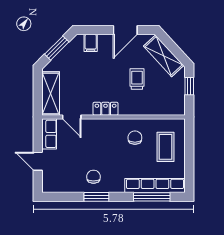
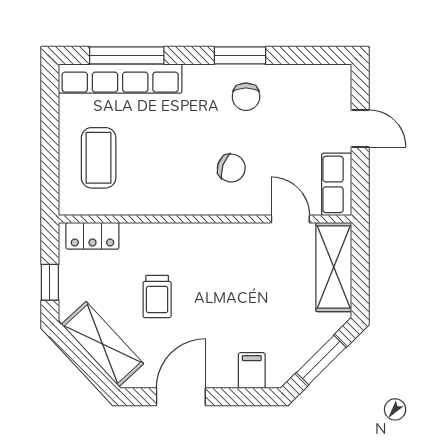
locker: (106, 109) -> (92, 236), moved
chair: (135, 138) -> (231, 168), moved, turned -71

